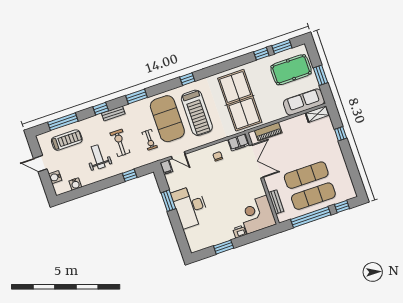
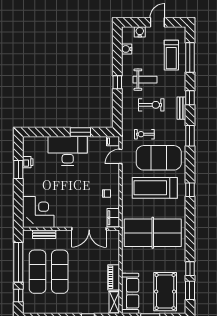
piano: (268, 132) -> (114, 277), moved
window: (130, 175) -> (117, 82), moved
printer: (240, 232) -> (28, 162), moved

